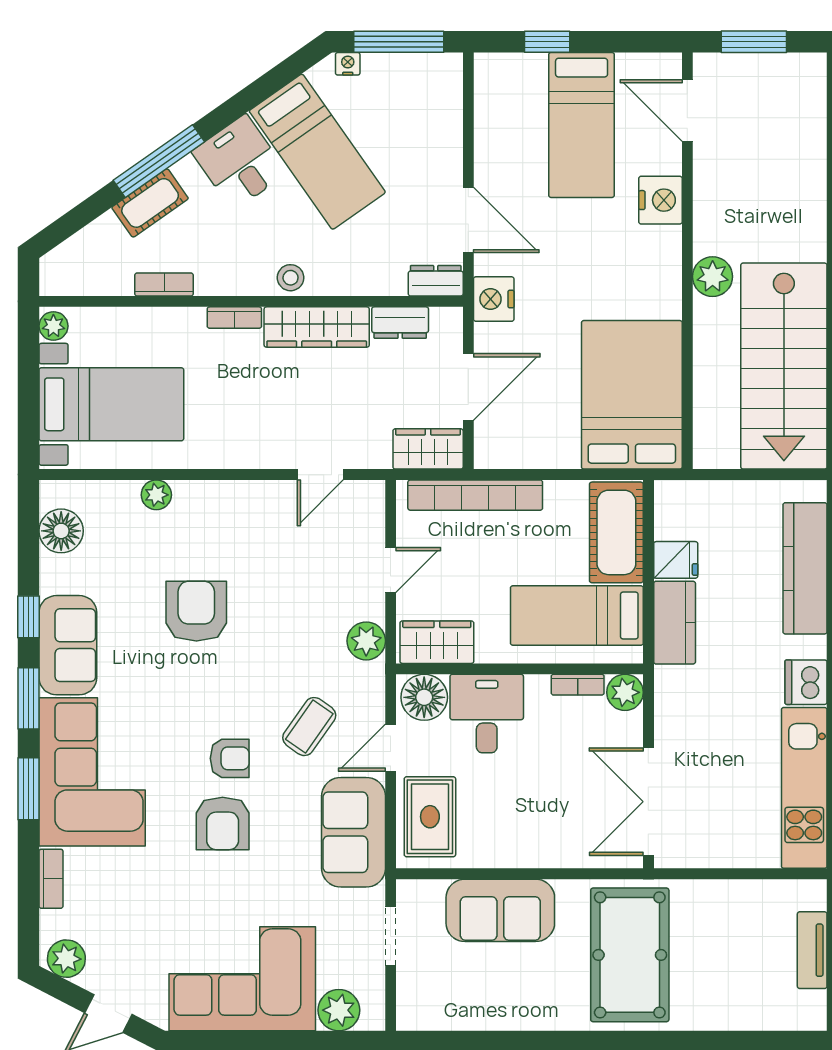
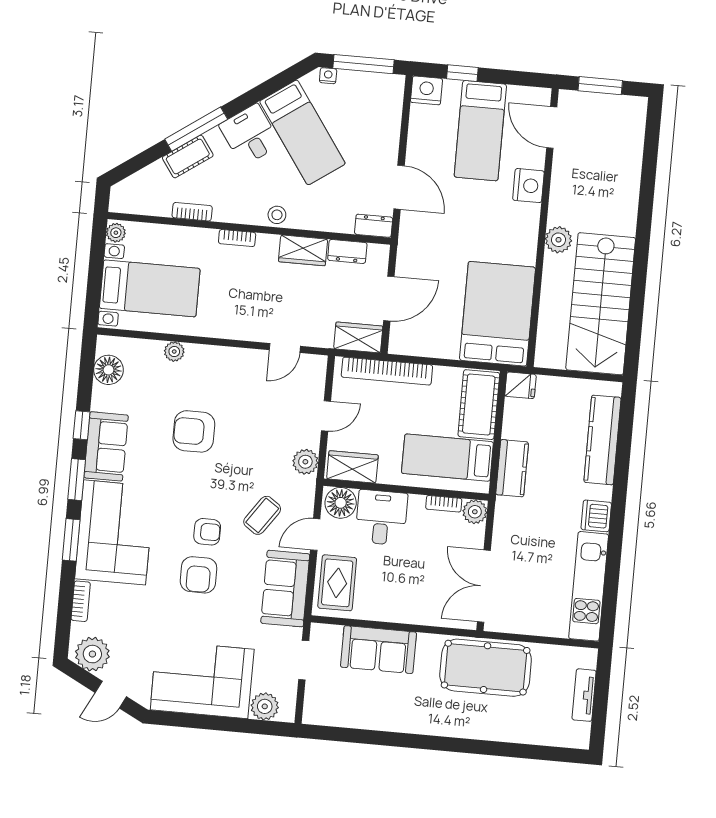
nightstand: (494, 299) -> (426, 90), moved, turned 90
wardrobe: (317, 327) -> (303, 250), width x0.67
fridge: (676, 560) -> (520, 385), moved
armchair: (196, 611) -> (194, 431), turned -90
pool table: (630, 955) -> (486, 668), moved, turned 90
plant: (66, 959) -> (92, 654), width x1.36, depth x1.36

